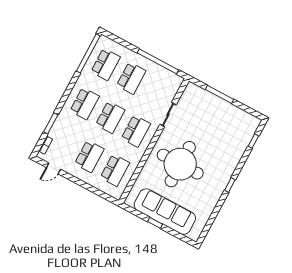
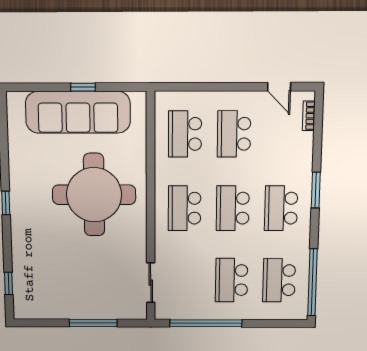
sliding door: (168, 115) -> (151, 283), moved
window: (51, 123) -> (316, 190), moved
door: (53, 168) -> (279, 87), swing flipped

